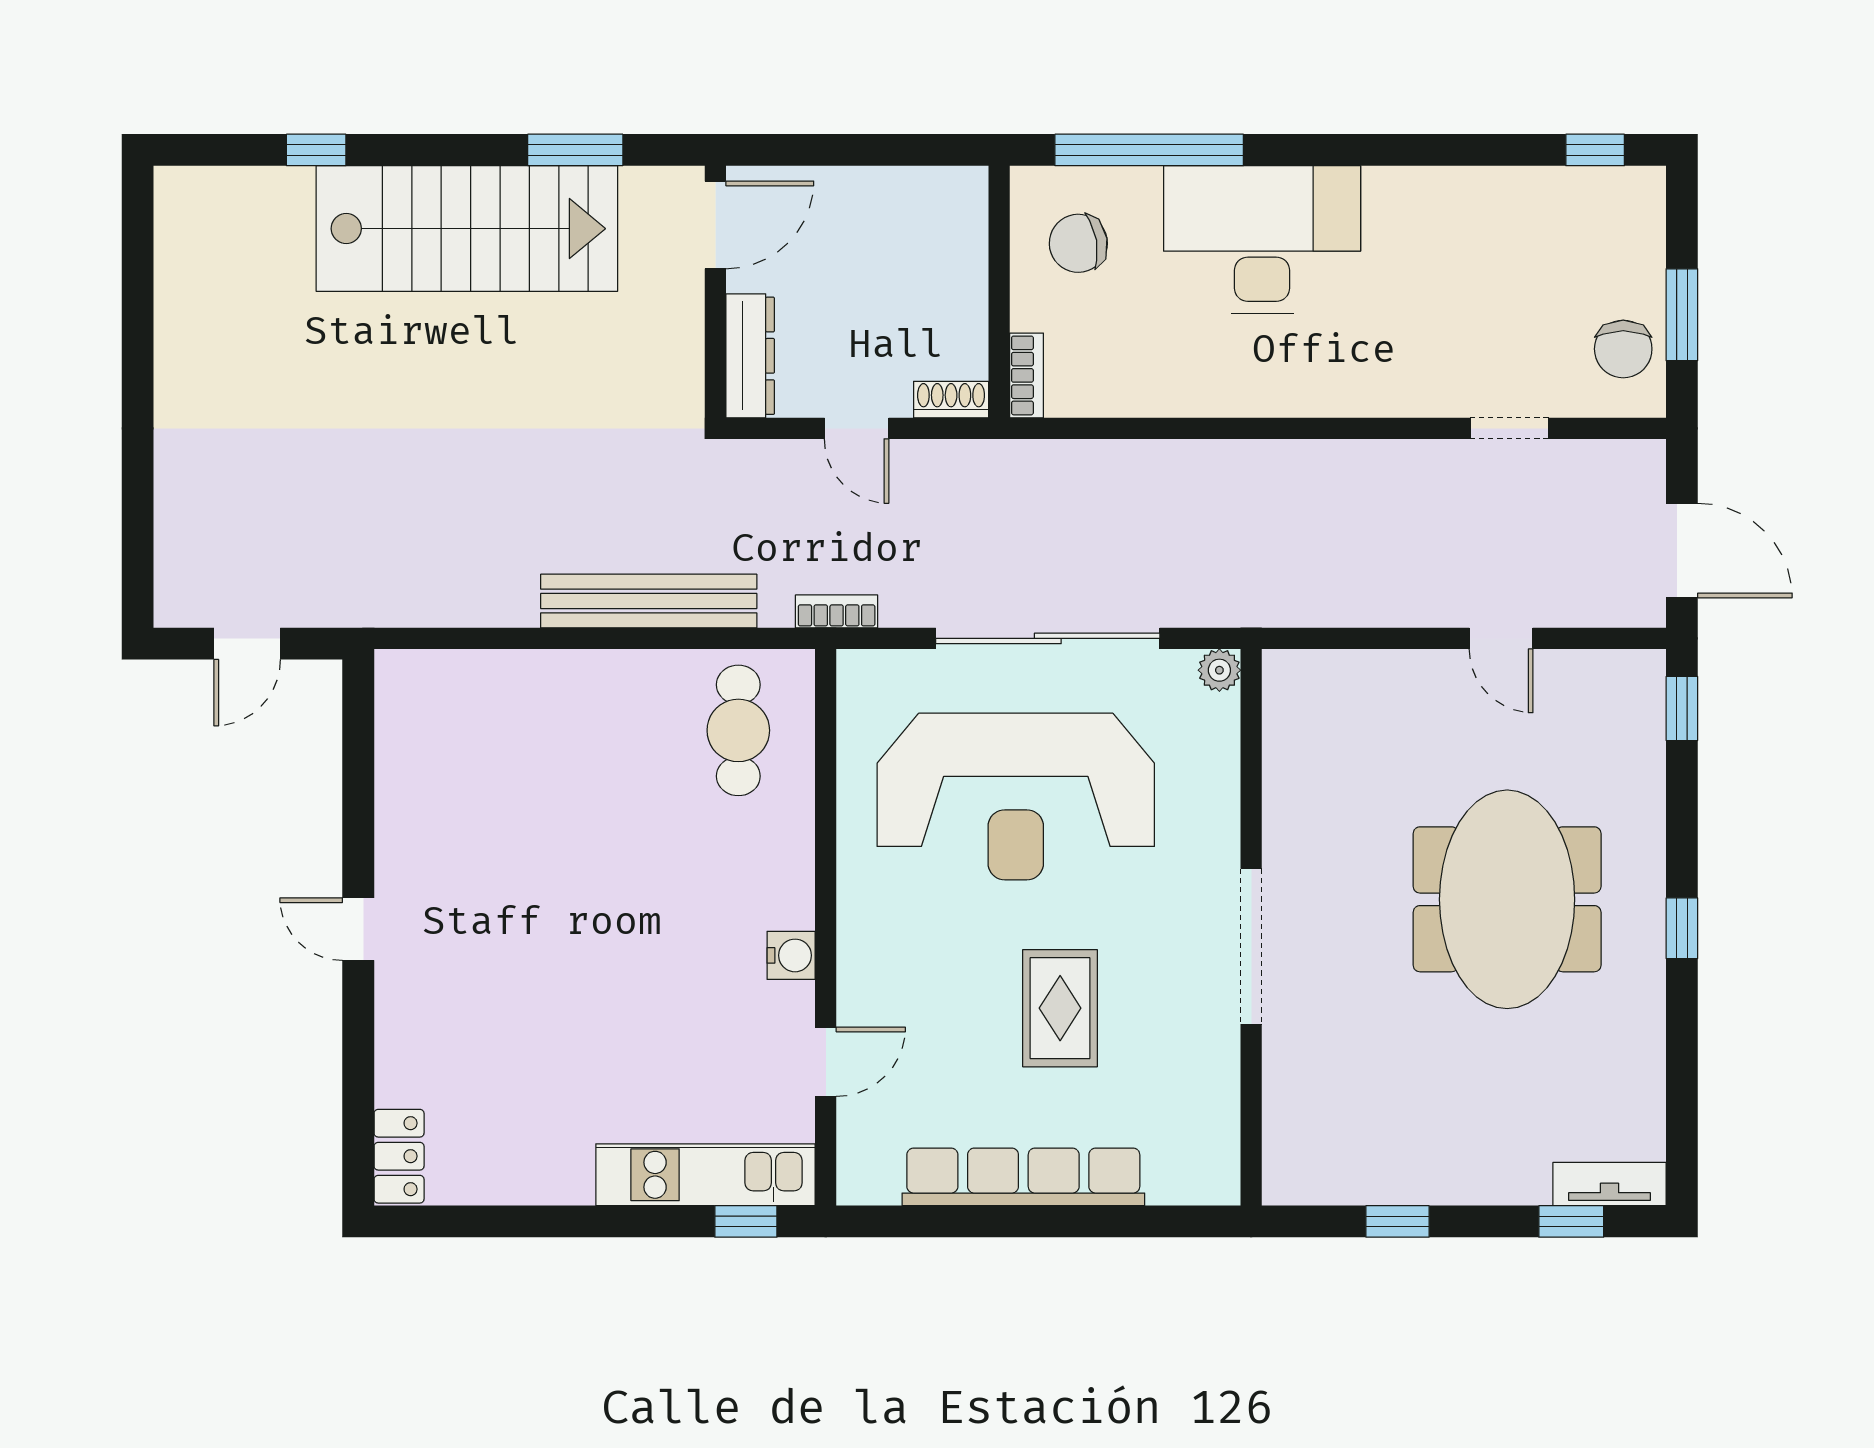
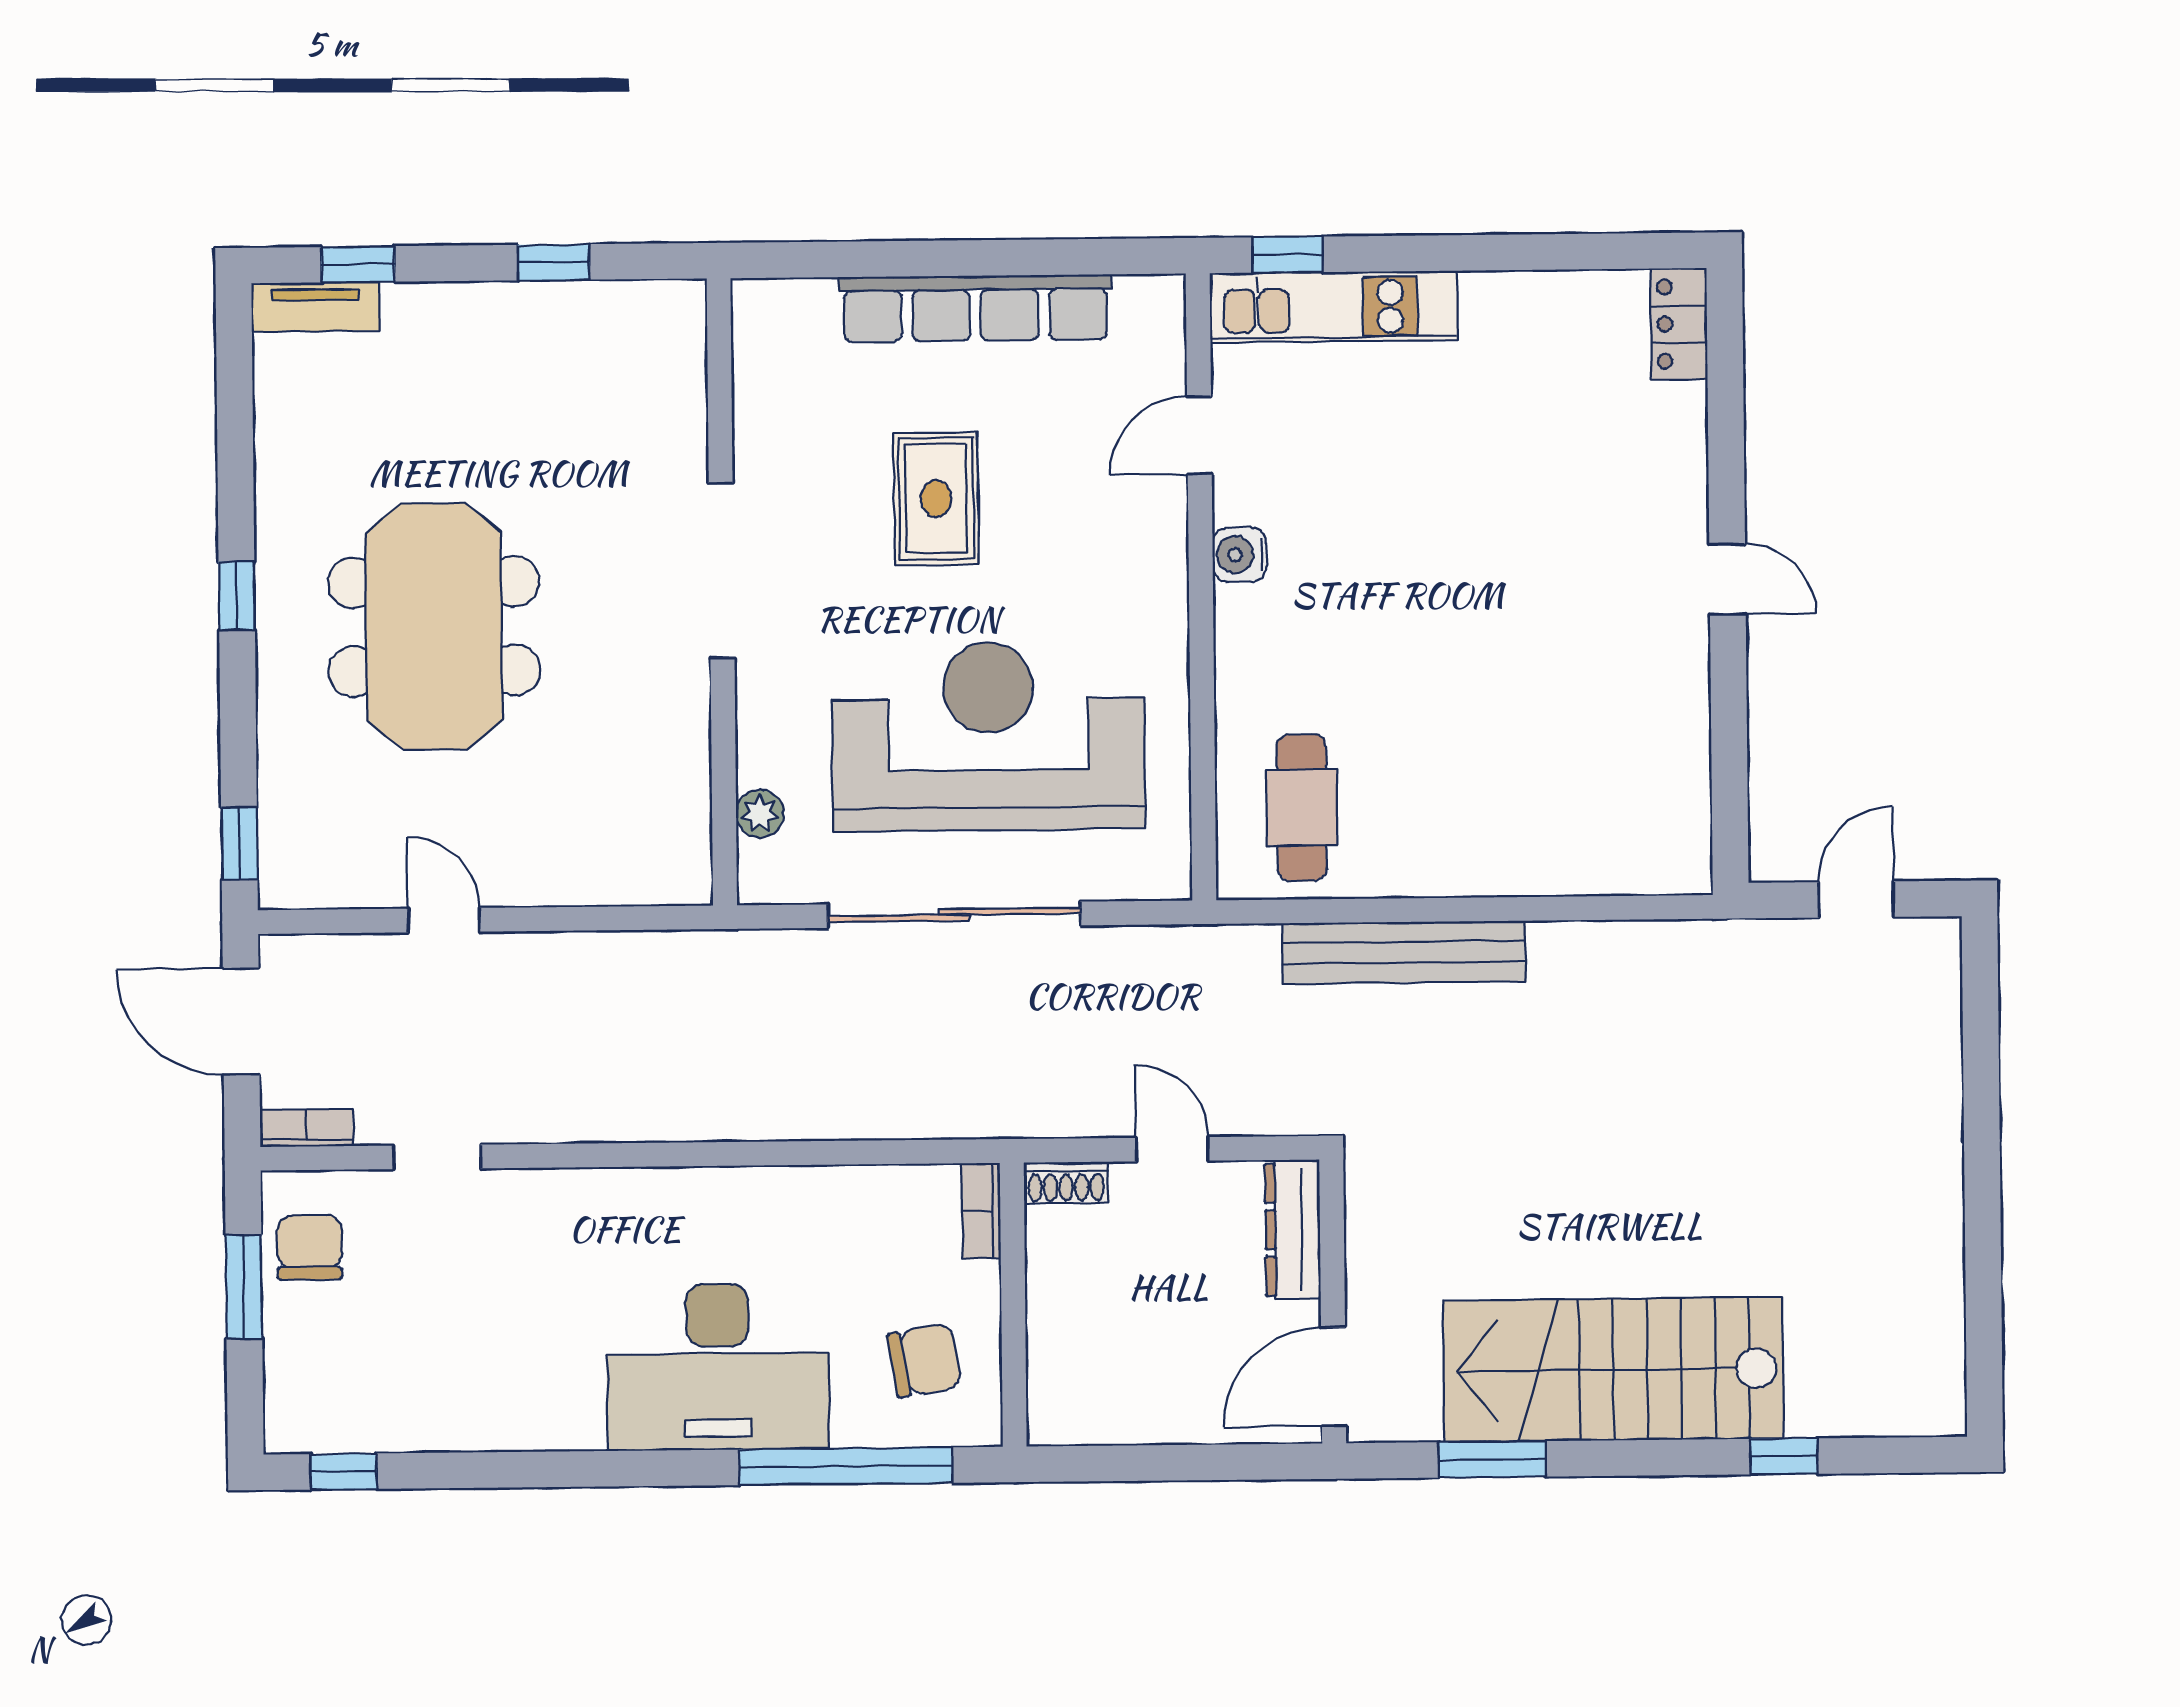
bookcase: (837, 611) -> (306, 1128), moved, turned 180
plant: (1219, 670) -> (760, 814), moved

